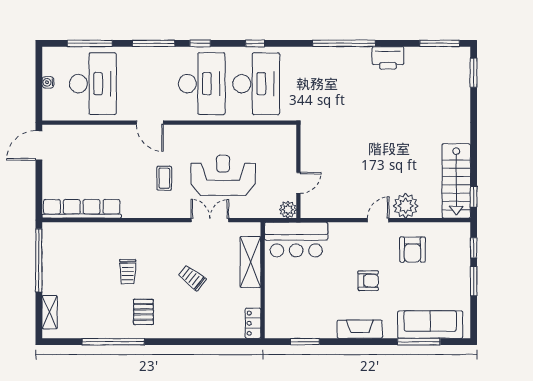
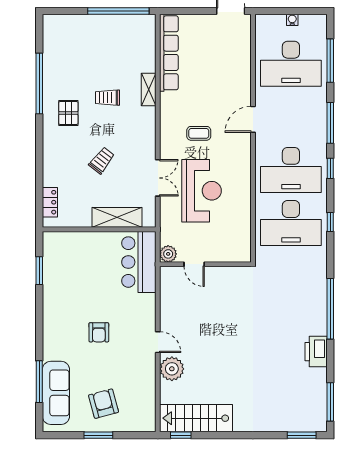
window: (474, 248) -> (131, 435), removed
armchair: (412, 250) -> (104, 404), moved, turned 75
shelving: (50, 312) -> (149, 89), moved, turned 90
pallet: (143, 312) -> (68, 113), turned 90
locker: (253, 323) -> (50, 202), moved, turned 90
fireplace: (360, 329) -> (51, 324), removed

